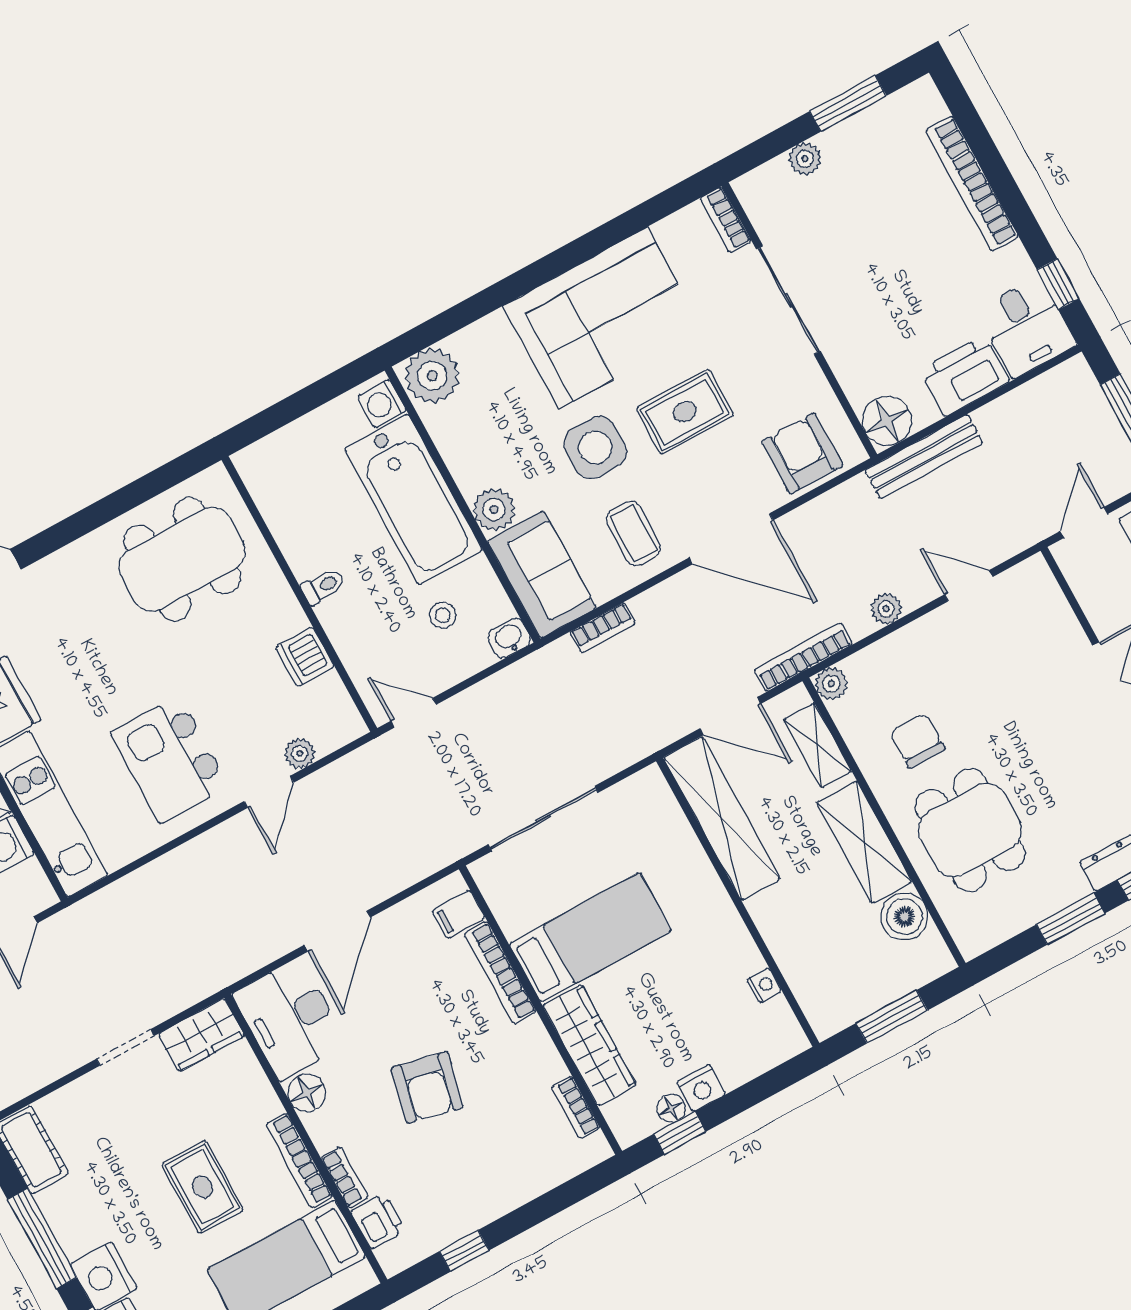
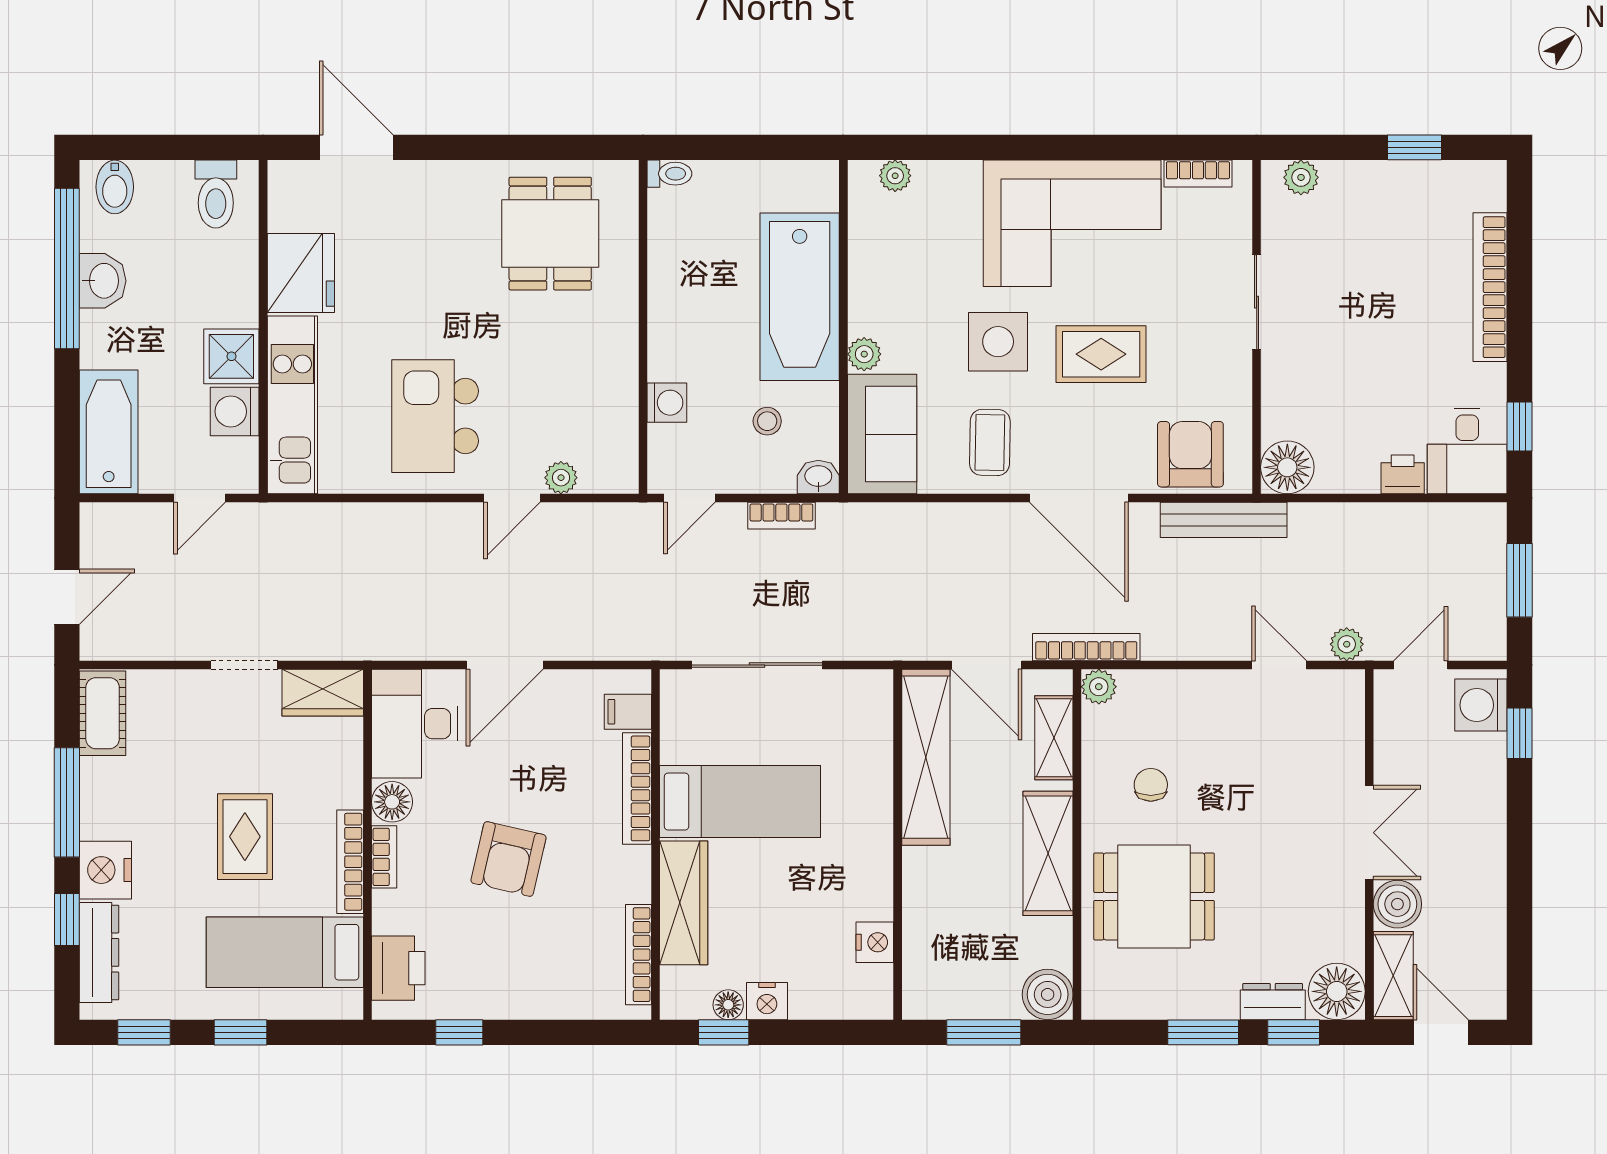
window: (848, 103) -> (1415, 147), width x0.67
plant: (805, 159) -> (1301, 177), moved
bookcase: (726, 220) -> (1198, 173), moved, turned -90
sliding door: (788, 300) -> (1257, 302), width x0.73
plant: (432, 376) -> (895, 176), width x0.53, depth x0.53
printer: (965, 376) -> (1403, 474), width x0.53, depth x0.68
washing machine: (382, 404) -> (667, 403), moved, turned 180
bench: (924, 456) -> (1224, 520), moved
plant: (494, 509) -> (864, 354), width x0.73, depth x0.73
dining table: (182, 559) -> (550, 234), width x0.73
toilet: (323, 586) -> (669, 174), moved
plant: (886, 609) -> (1347, 644), moved
bookcase: (603, 628) -> (781, 516), moved
dishwasher: (305, 657) -> (616, 389), removed
door: (413, 713) -> (689, 498), swing flipped
chair: (917, 741) -> (1151, 785), width x0.73, depth x0.73
dining table: (970, 830) -> (1154, 896), turned 90
boiler: (904, 917) -> (1048, 994), moved
nightstand: (764, 985) -> (875, 942), width x1.39, depth x1.35
bookcase: (576, 1107) -> (638, 955), width x1.56
bookcase: (345, 1177) -> (384, 857), moved
printer: (378, 1221) -> (398, 968), width x1.36, depth x1.24

